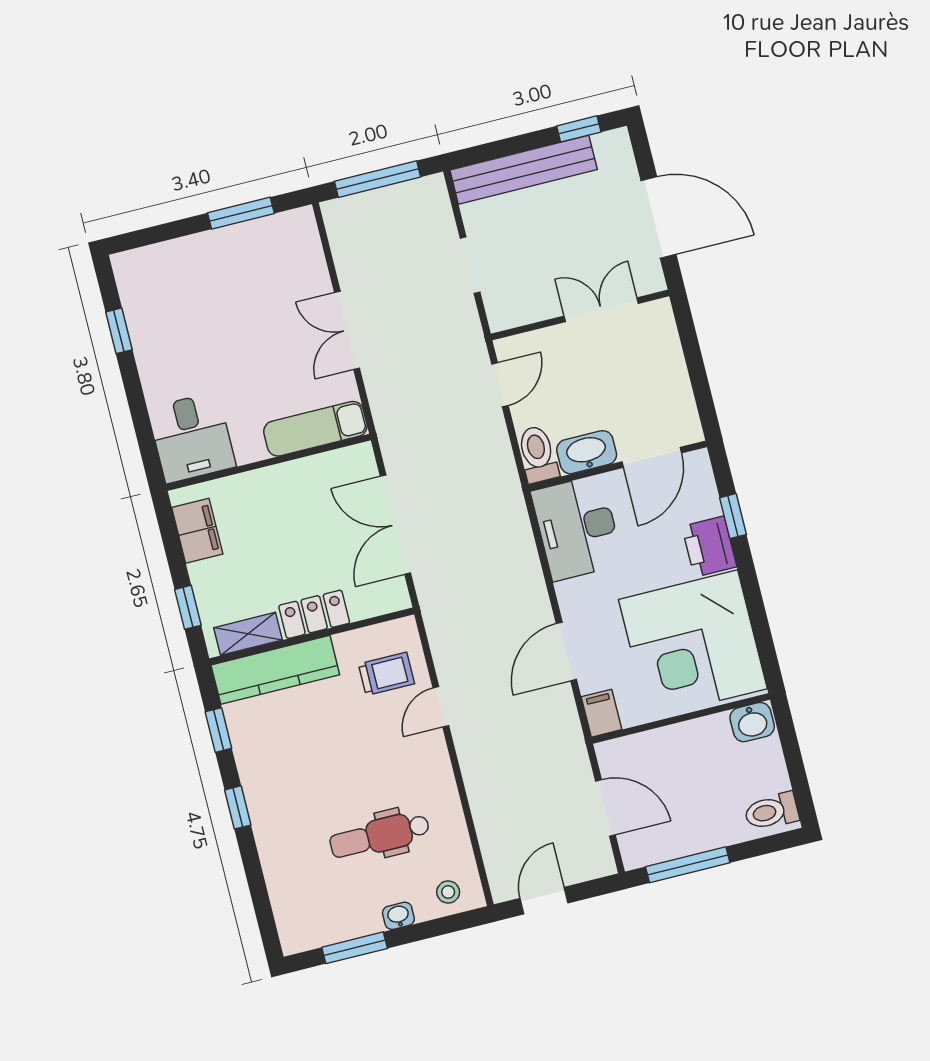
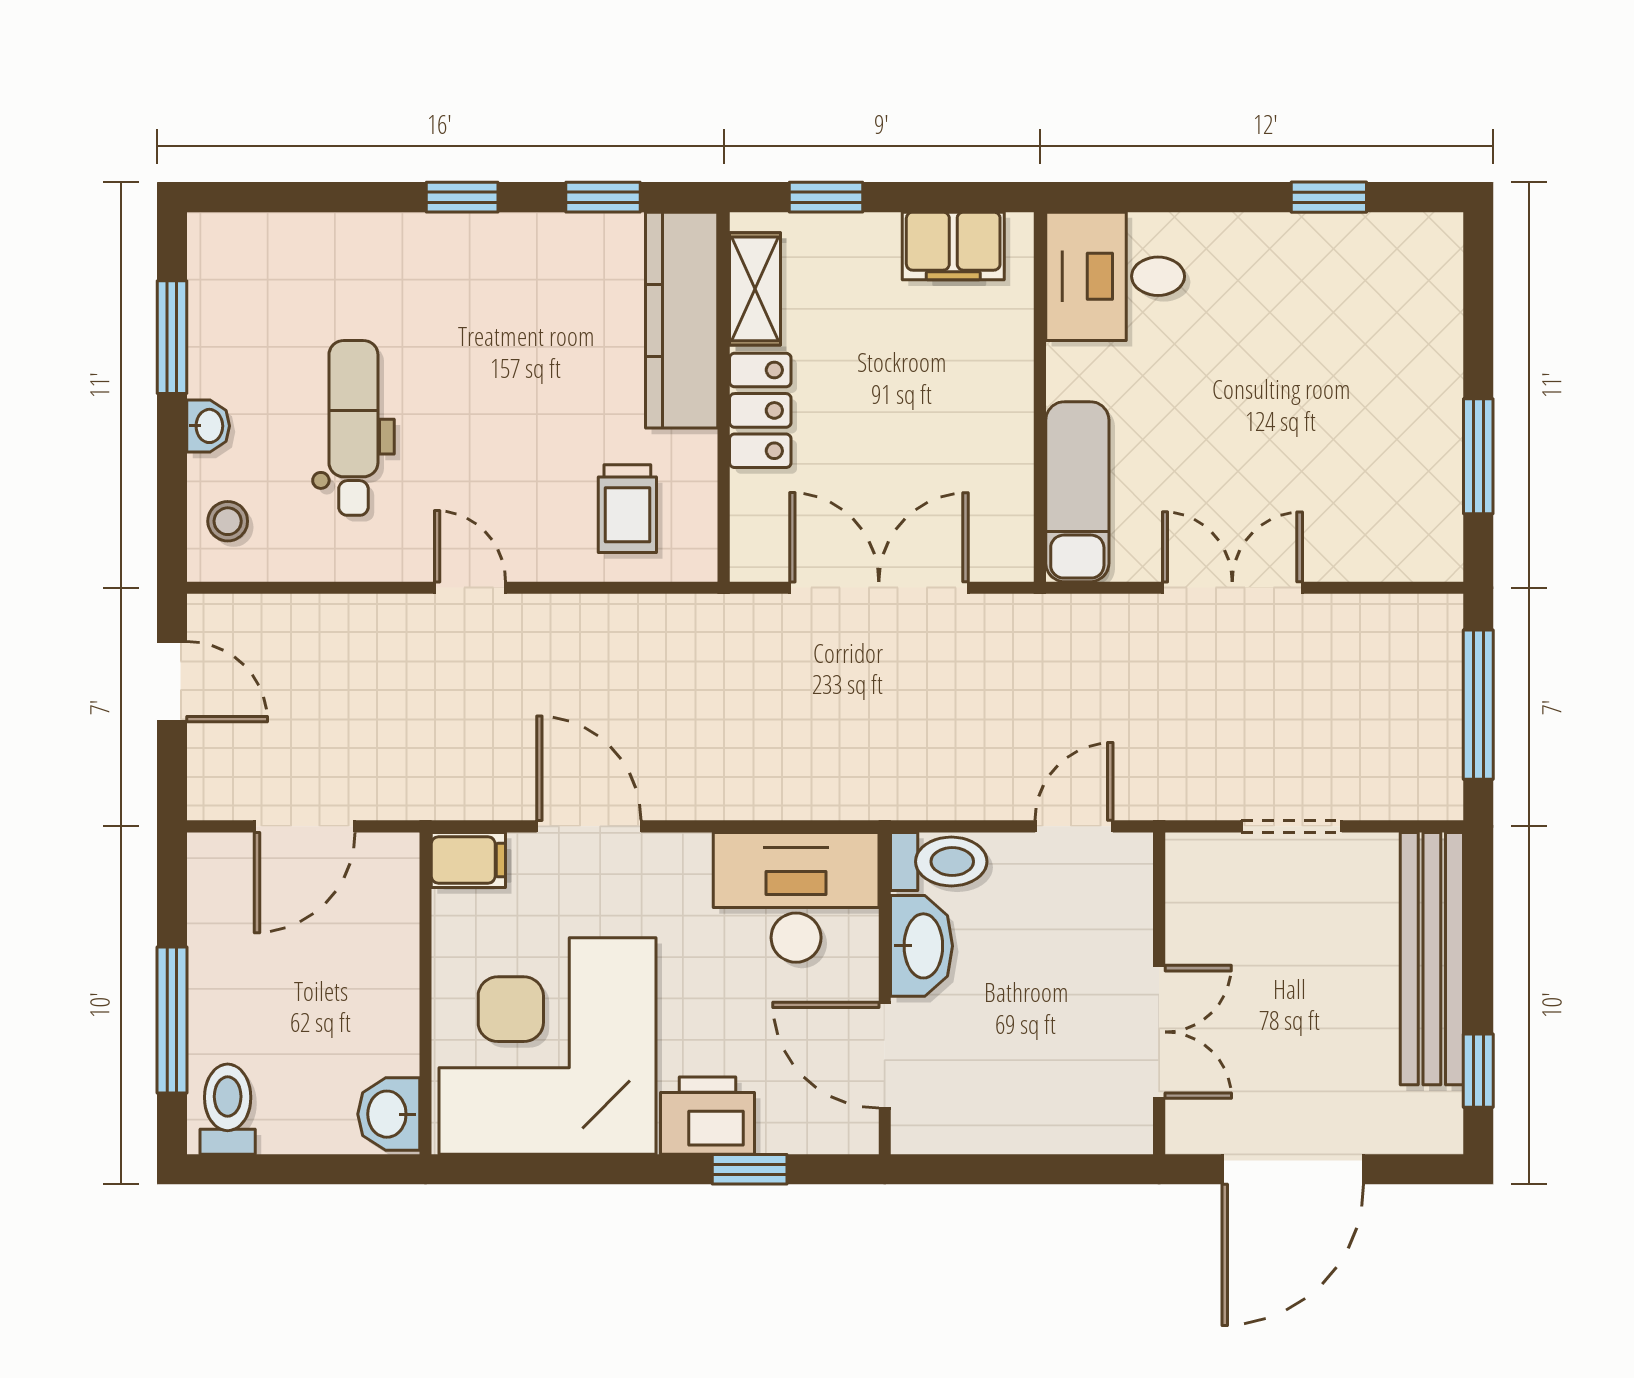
door: (500, 385) -> (1074, 826), swing flipped
door: (441, 707) -> (470, 588), moved
window: (688, 865) -> (172, 1020), moved

